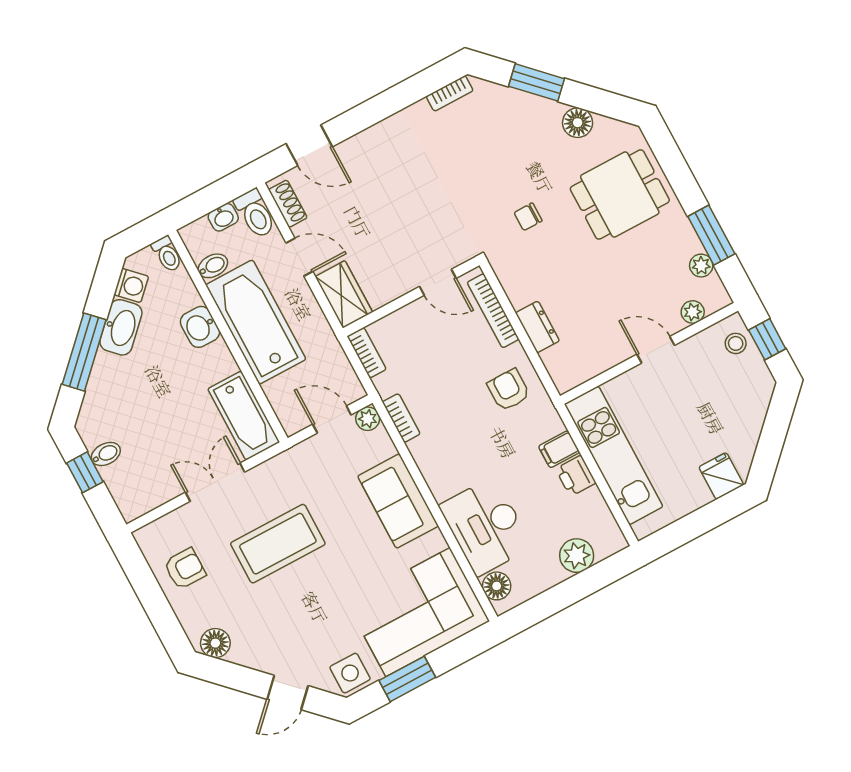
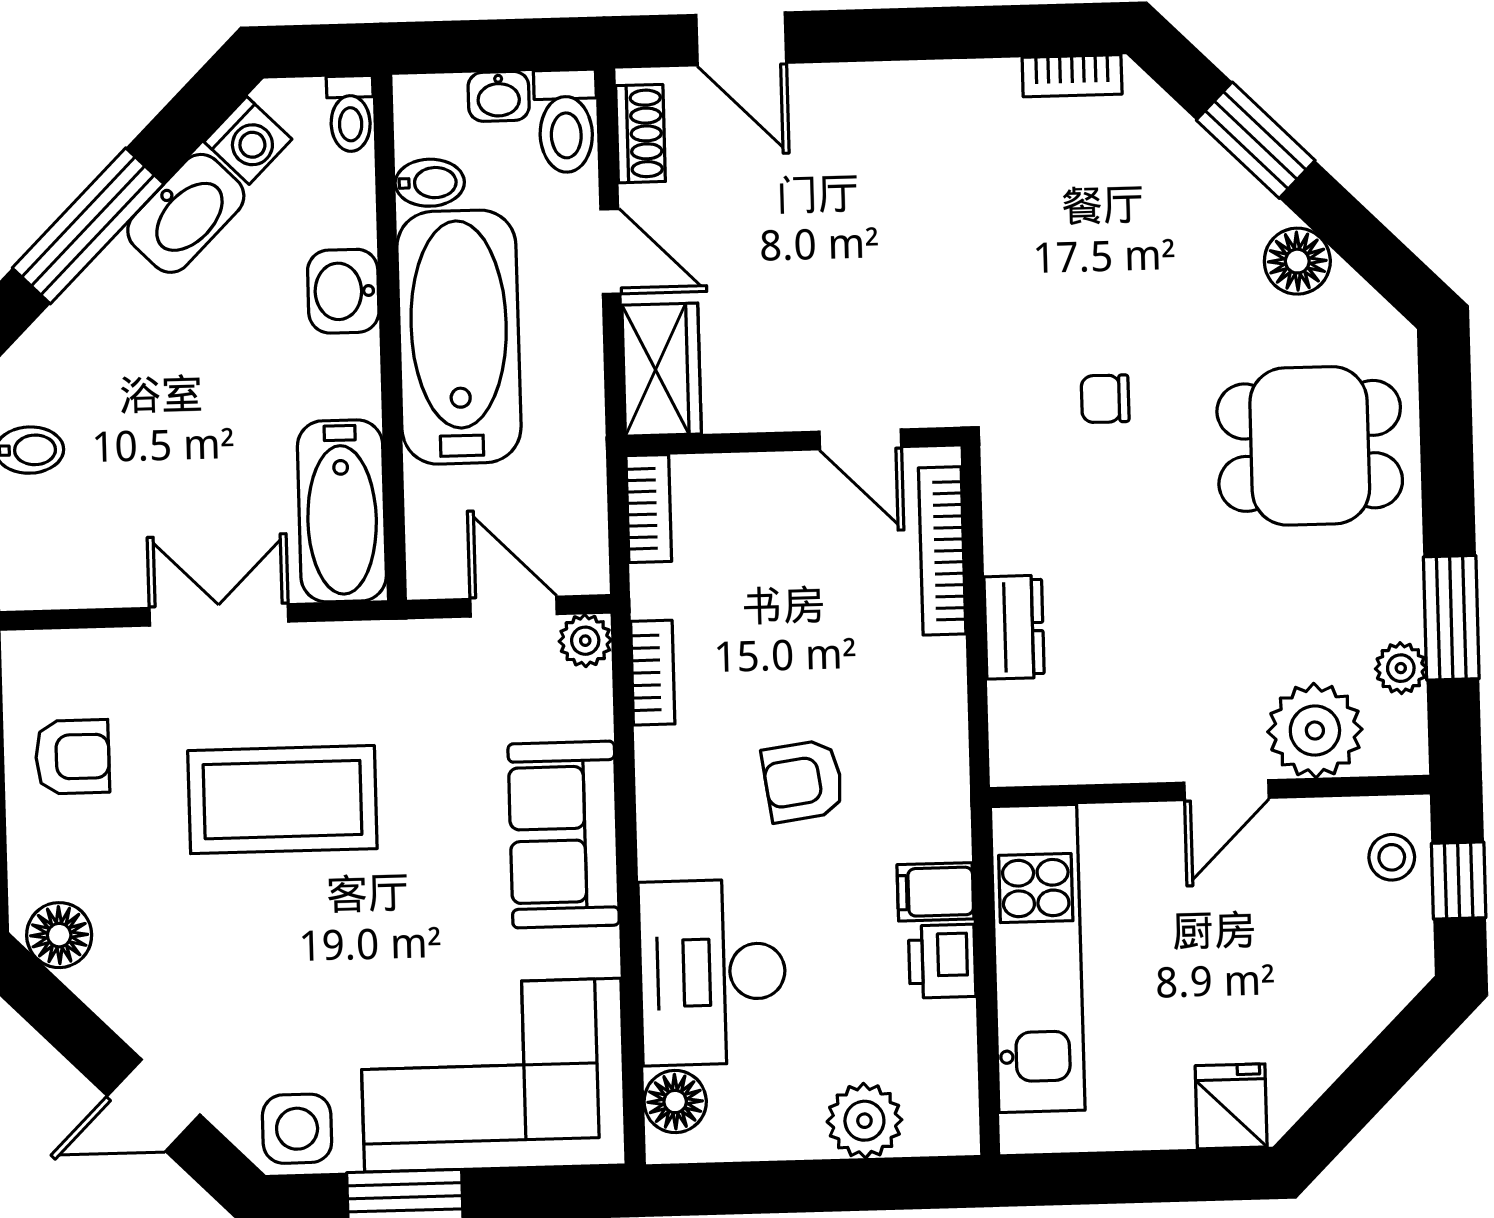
plant: (693, 312) -> (1315, 731), width x1.87, depth x1.87
door: (656, 350) -> (1227, 790), swing flipped
armchair: (509, 390) -> (803, 781), moved, turned -98

